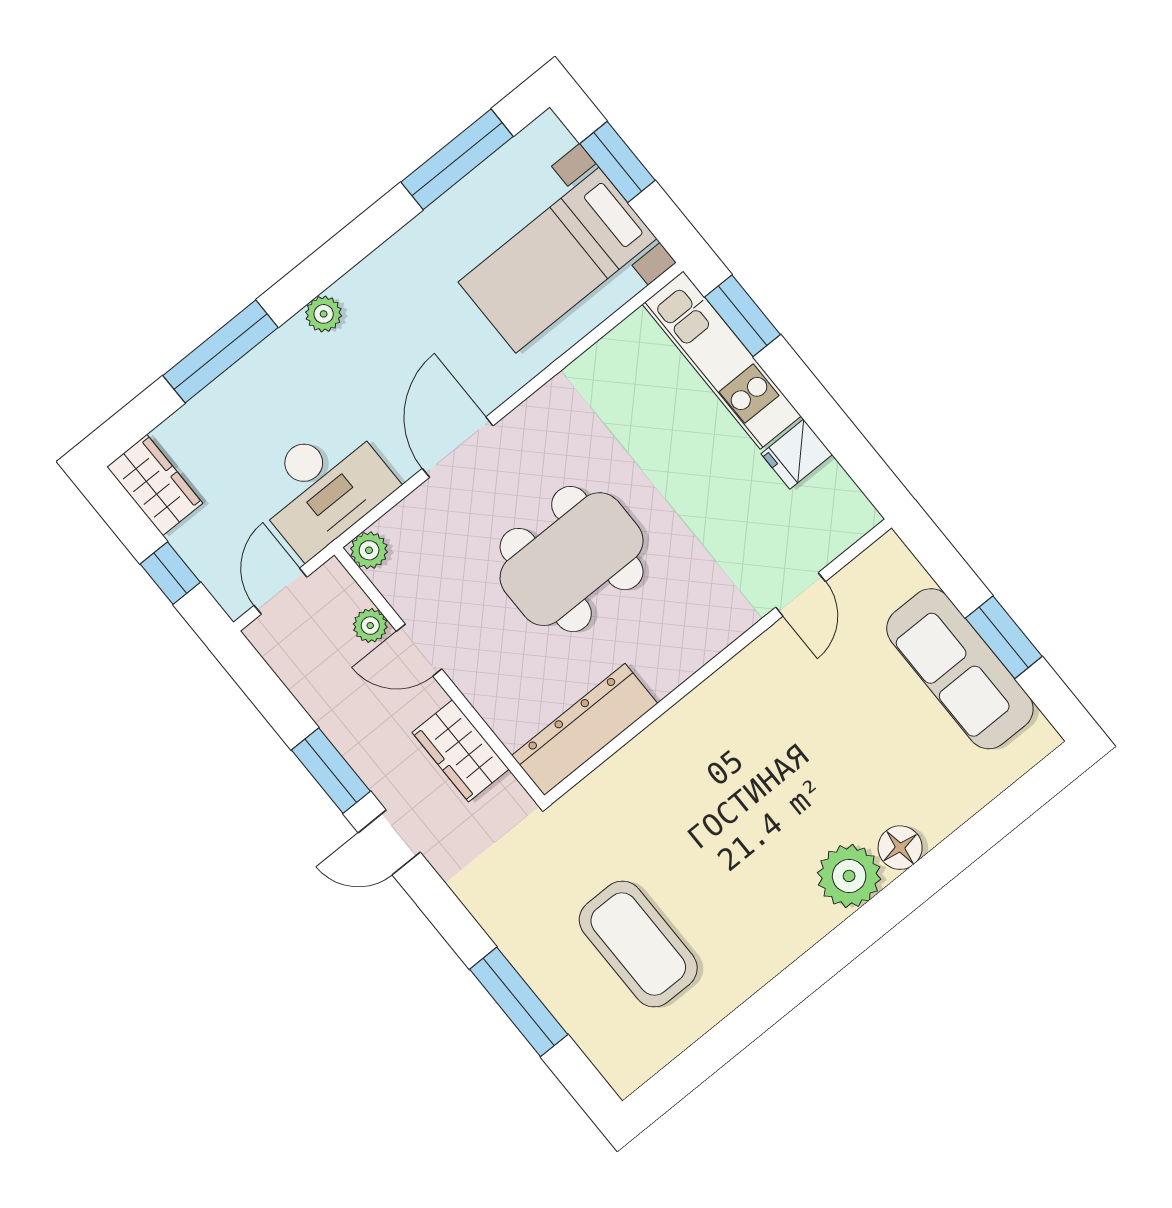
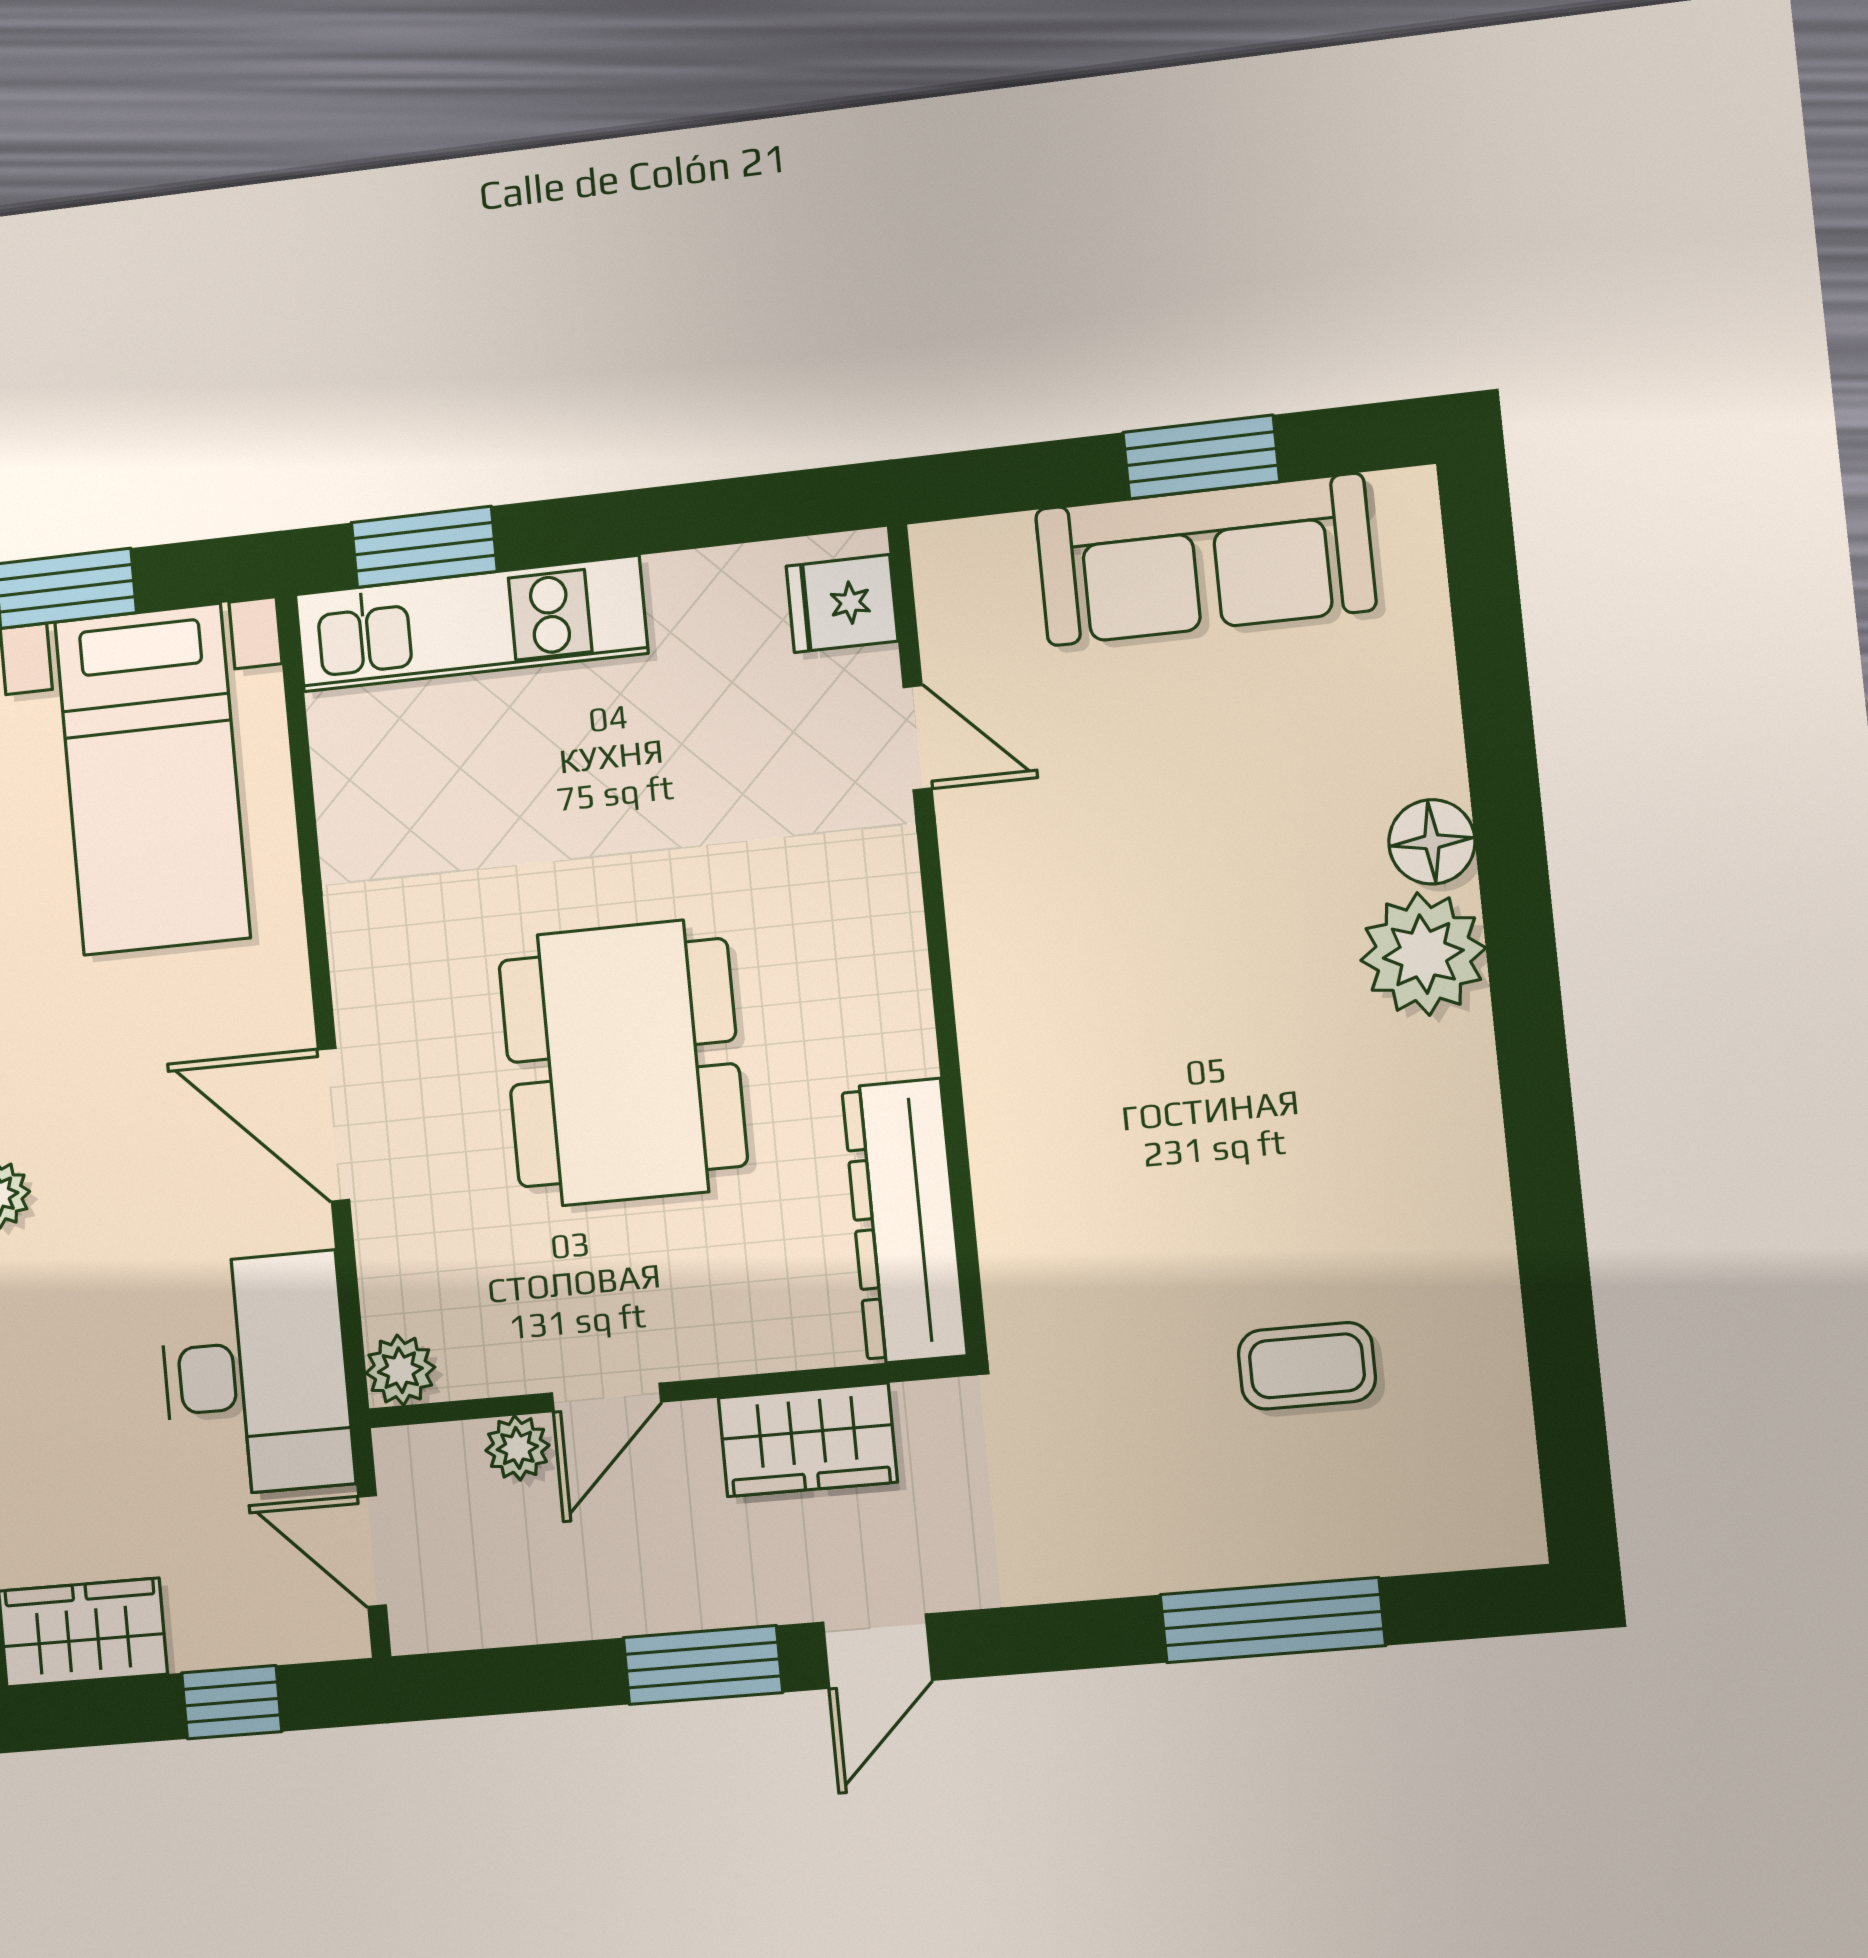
fridge: (797, 454) -> (842, 604), moved, turned 90
coffee table: (638, 944) -> (1307, 1366), width x0.54, depth x0.58

